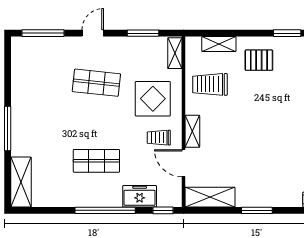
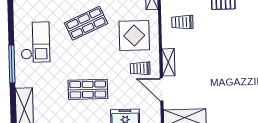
shop shelf: (96, 83) -> (86, 23), turned -30
trolley: (210, 84) -> (182, 22), width x0.73, depth x0.72
checkout: (36, 103) -> (35, 42), added

